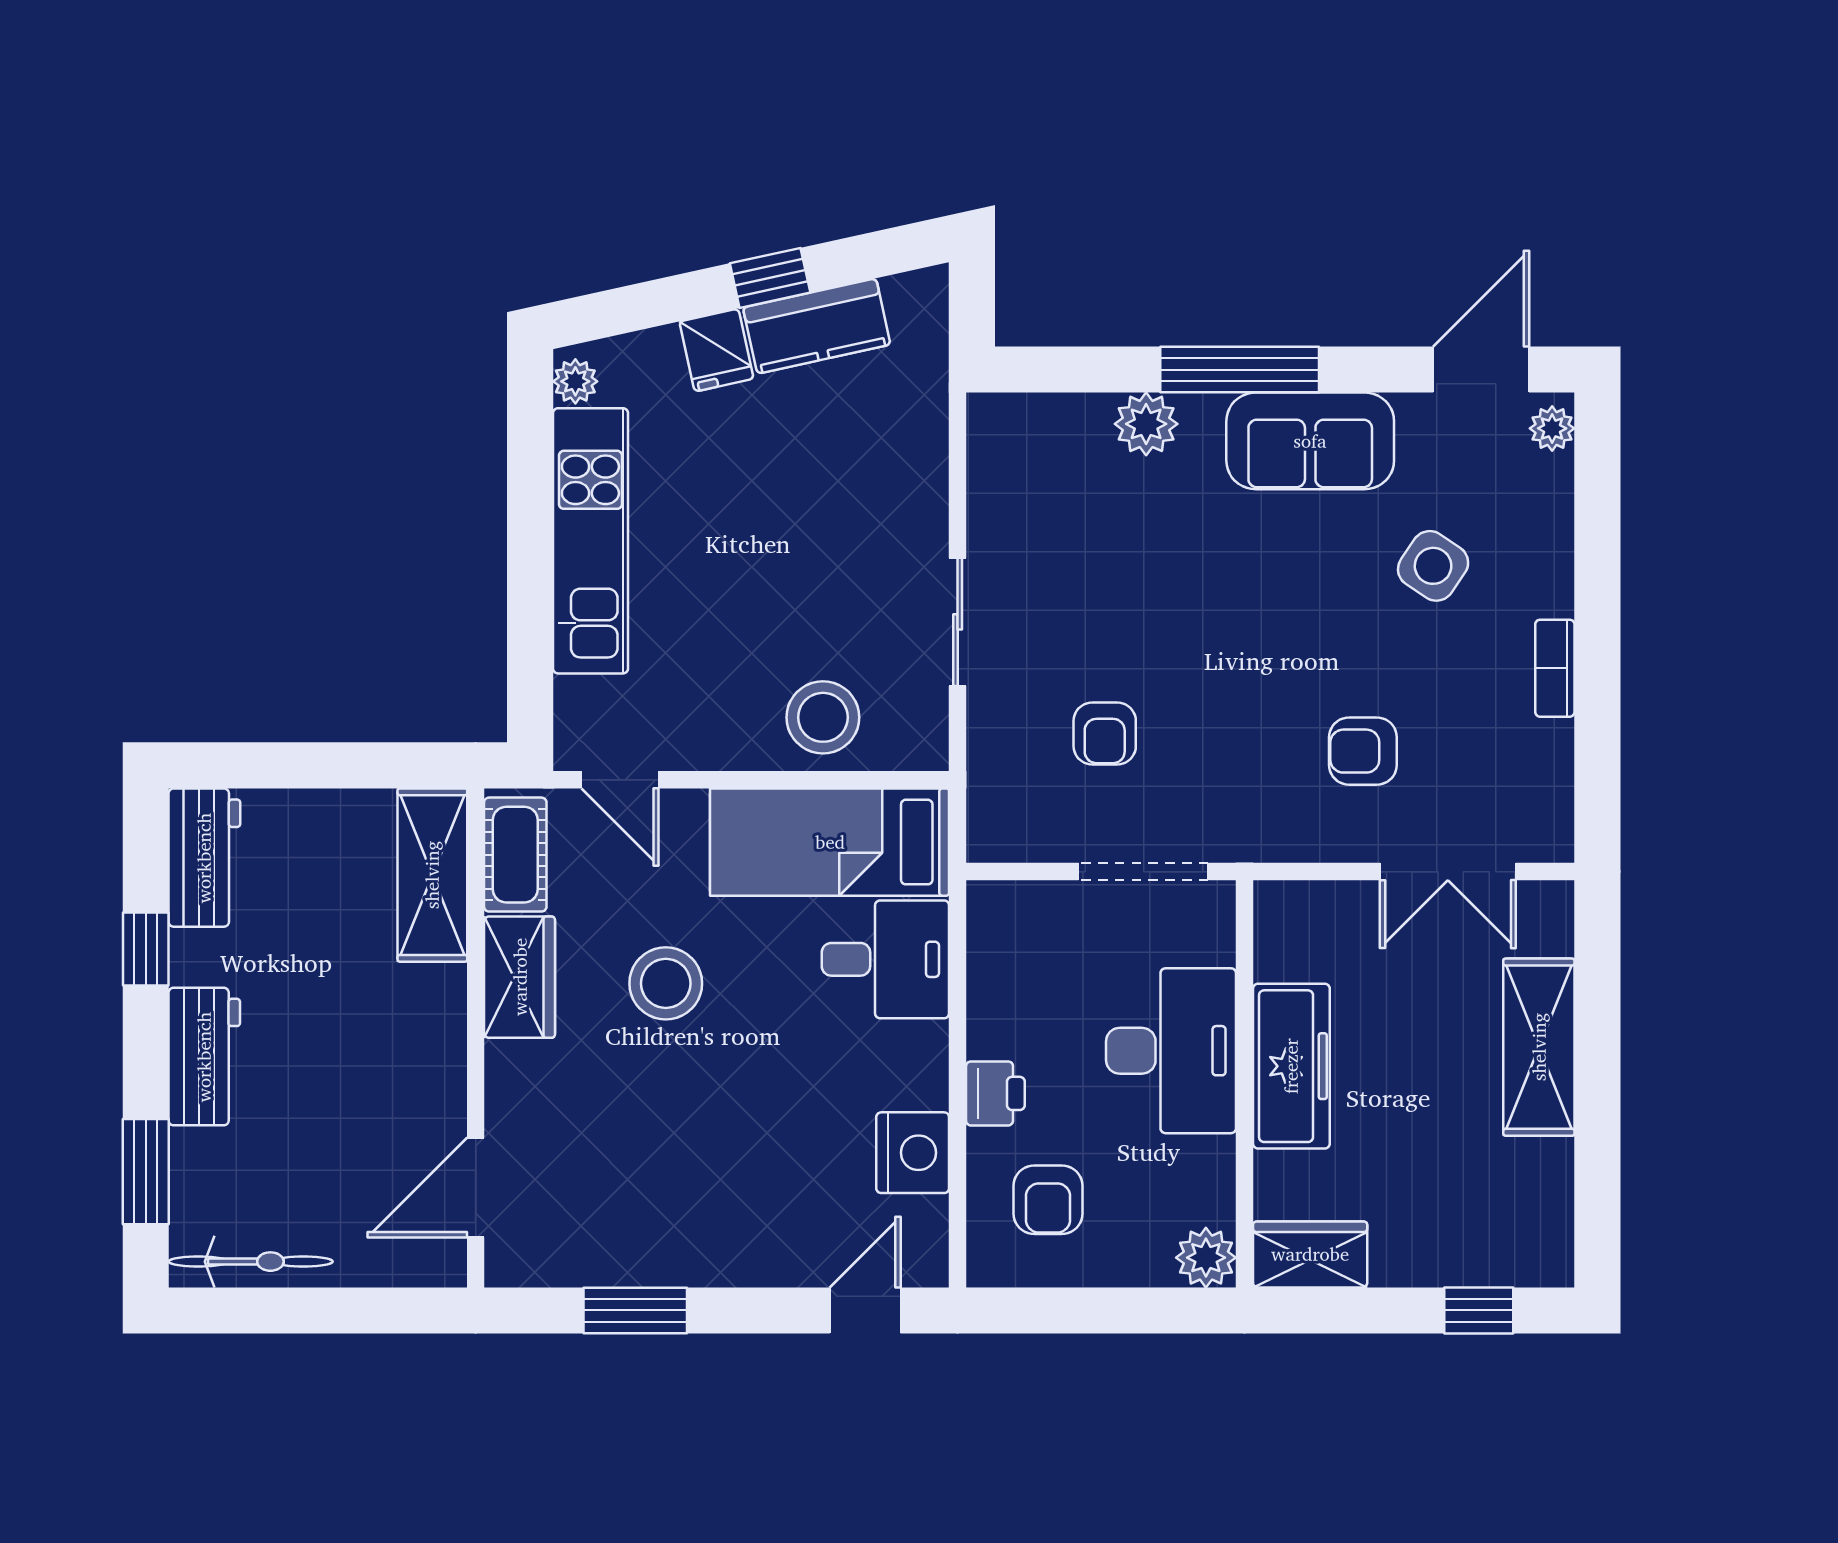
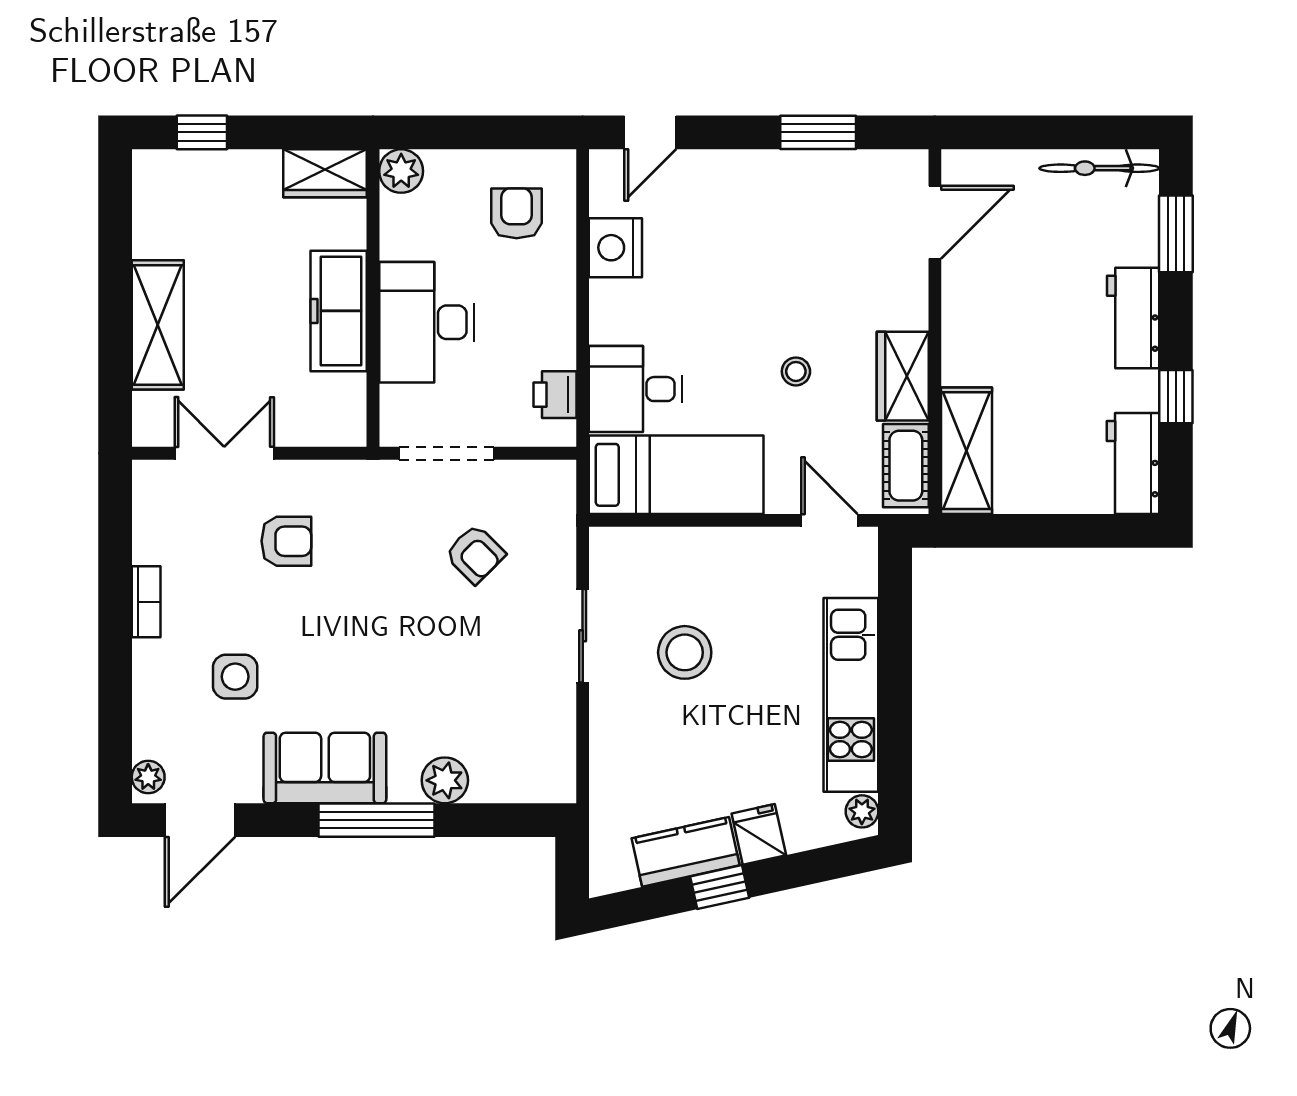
side table: (1433, 566) -> (235, 677), turned -34
stool: (823, 717) -> (685, 652), moved
armchair: (1105, 734) -> (475, 554), turned 135
stool: (666, 983) -> (796, 371), width x0.53, depth x0.53
printer: (995, 1093) -> (555, 395), moved

